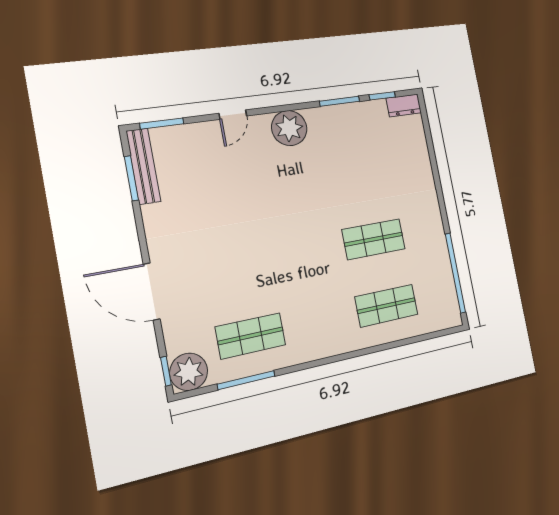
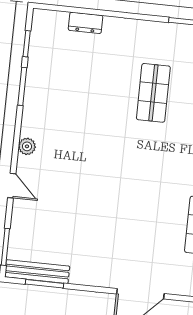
dresser: (404, 105) -> (86, 23), moved, turned 90
plant: (289, 128) -> (27, 146), width x0.53, depth x0.53

